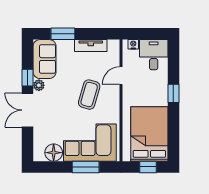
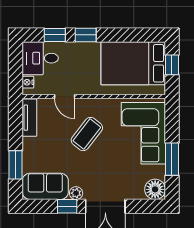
tv unit: (91, 46) -> (29, 118), moved
window: (173, 67) -> (55, 35), added
coffee table: (89, 95) -> (87, 134), turned -68
floor lamp: (54, 153) -> (155, 189), moved
window: (86, 167) -> (172, 159), moved

